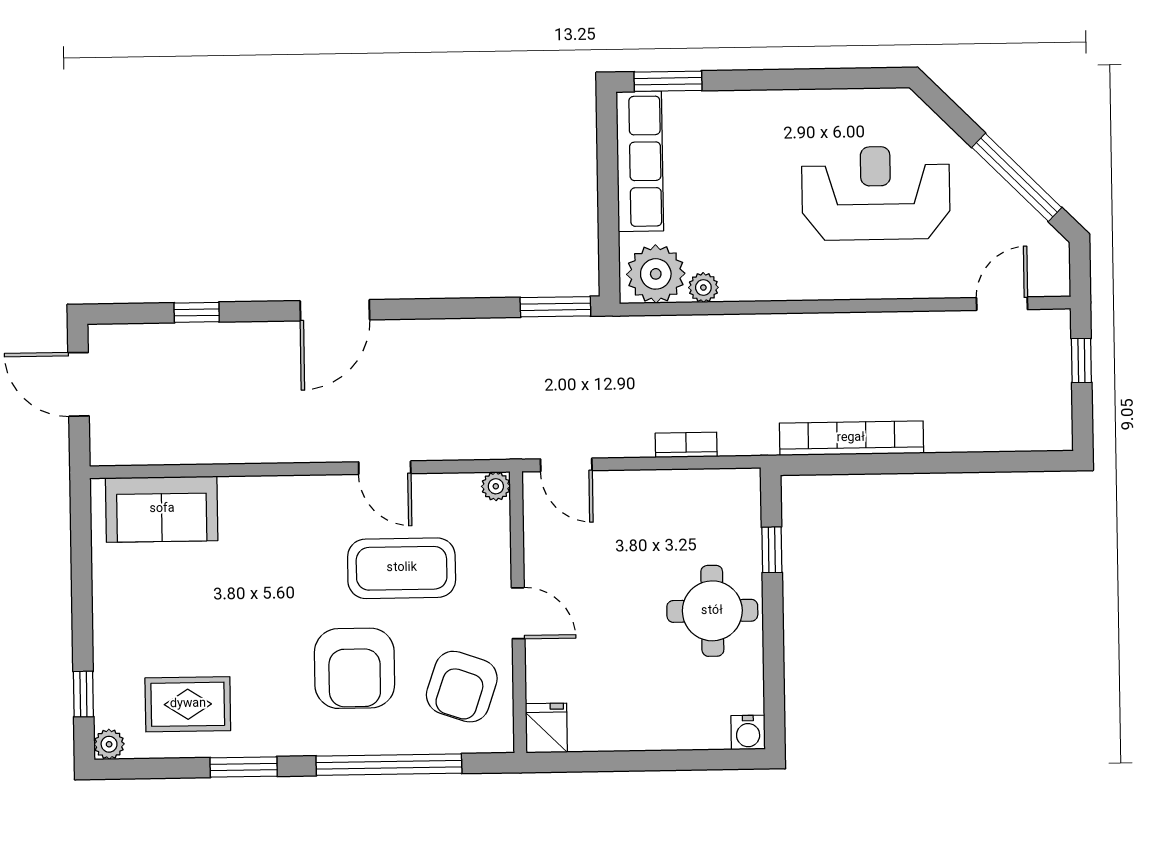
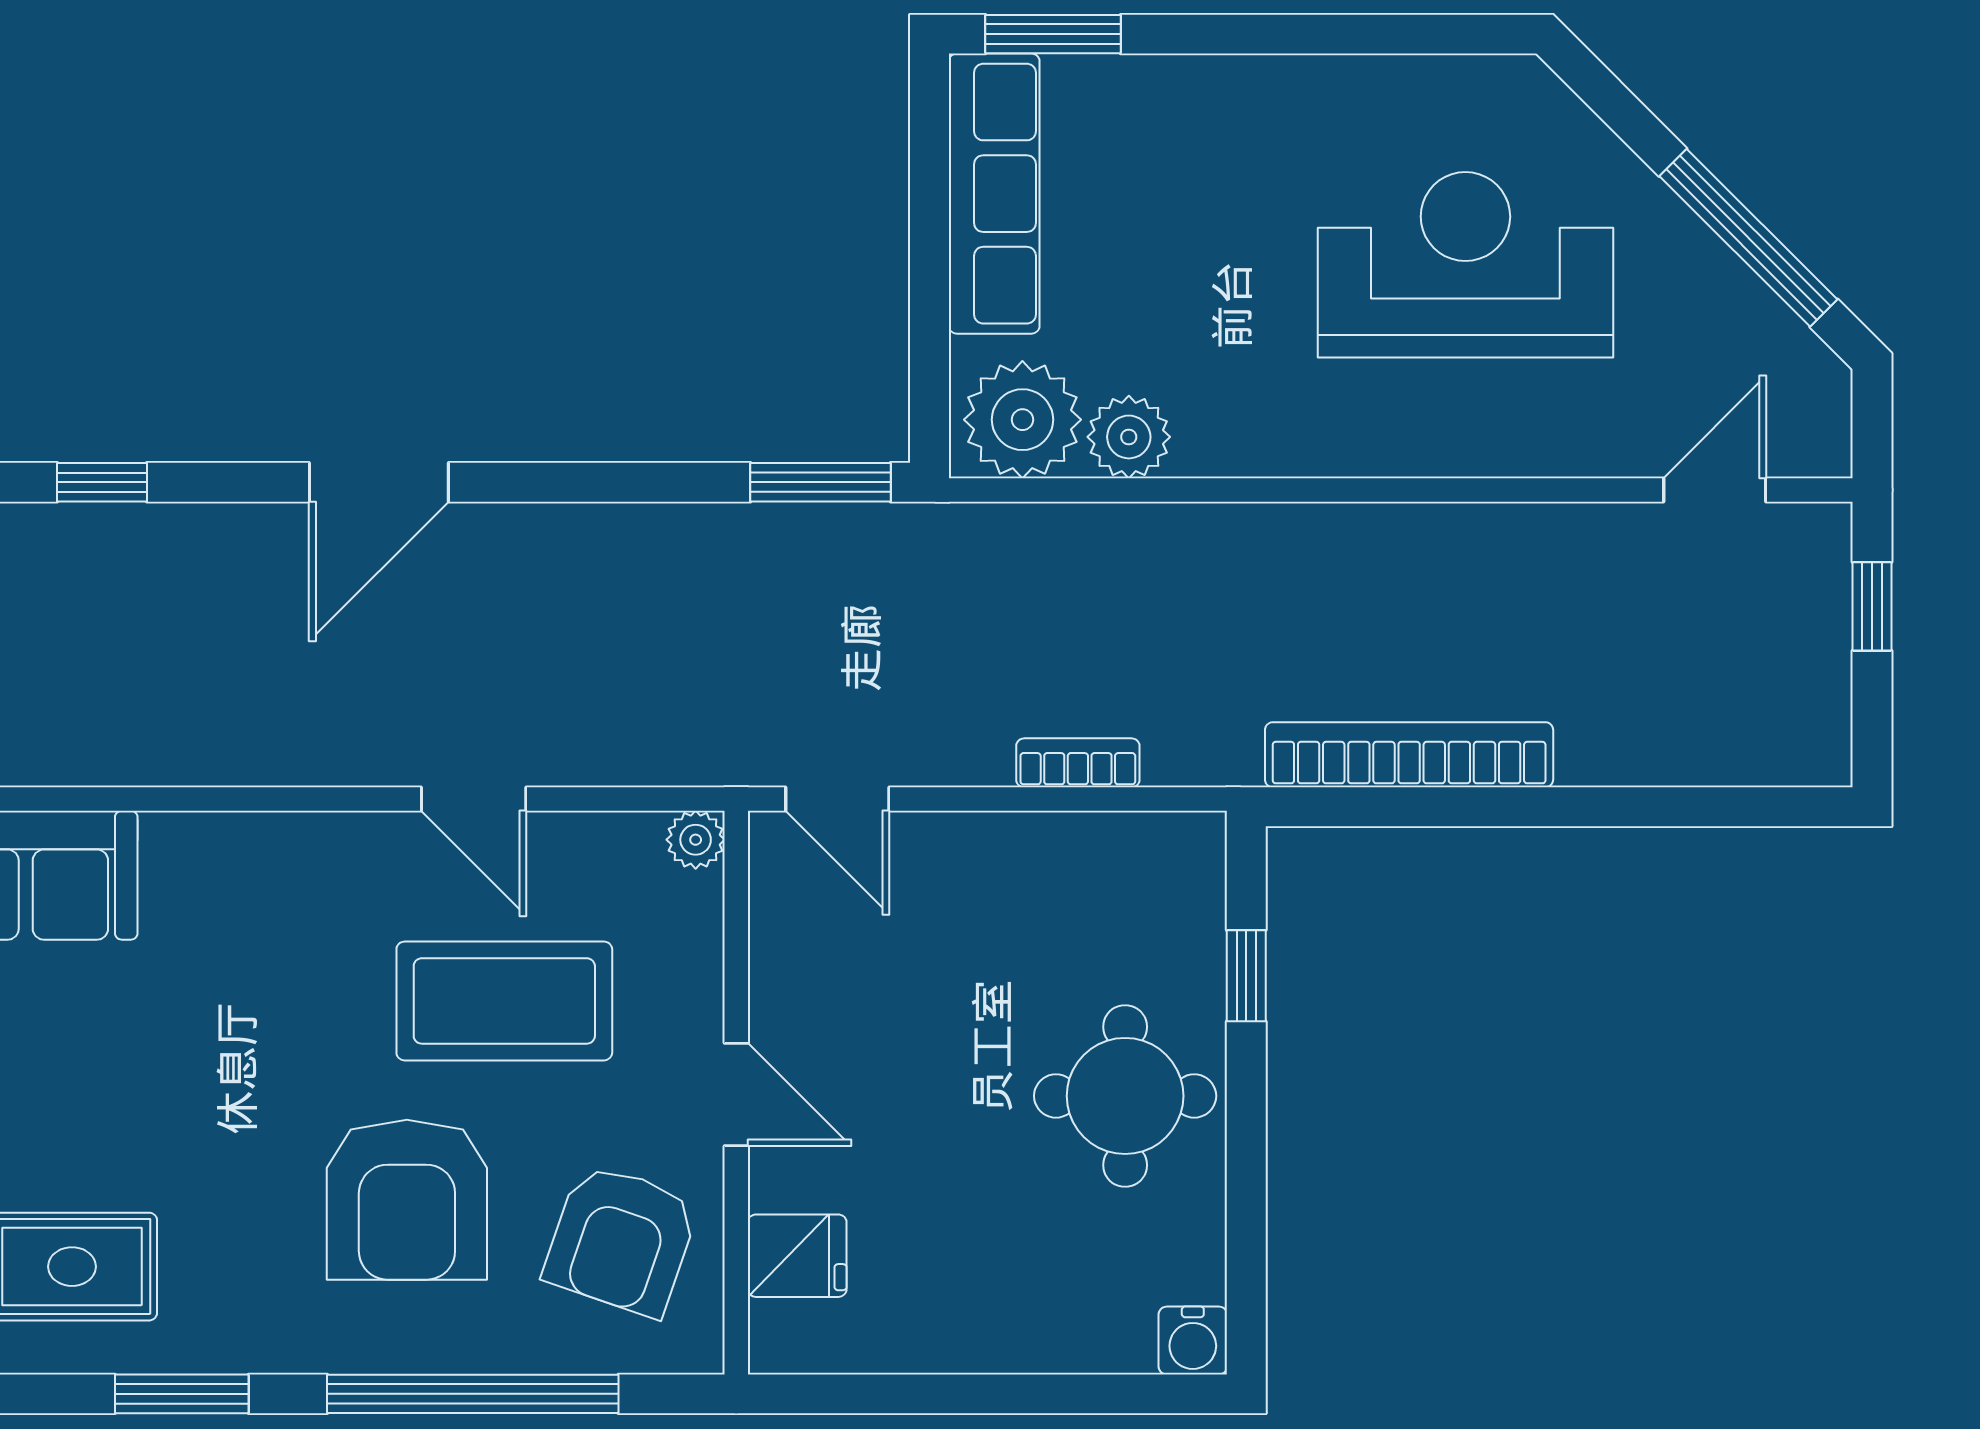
plant: (703, 287) -> (1129, 437), width x1.38, depth x1.38
fridge: (546, 728) -> (797, 1256), moved, turned 90

